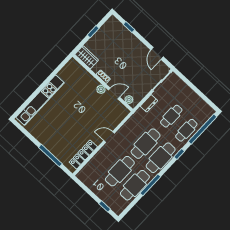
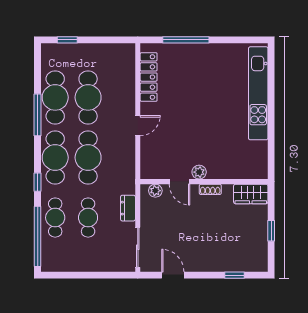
door: (114, 93) -> (179, 182), hinge flipped

